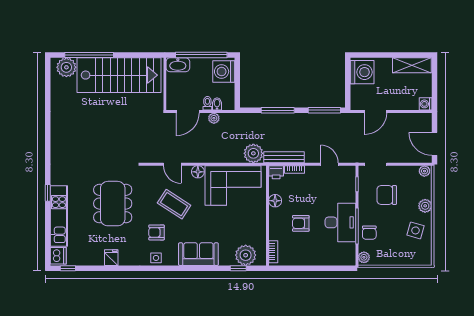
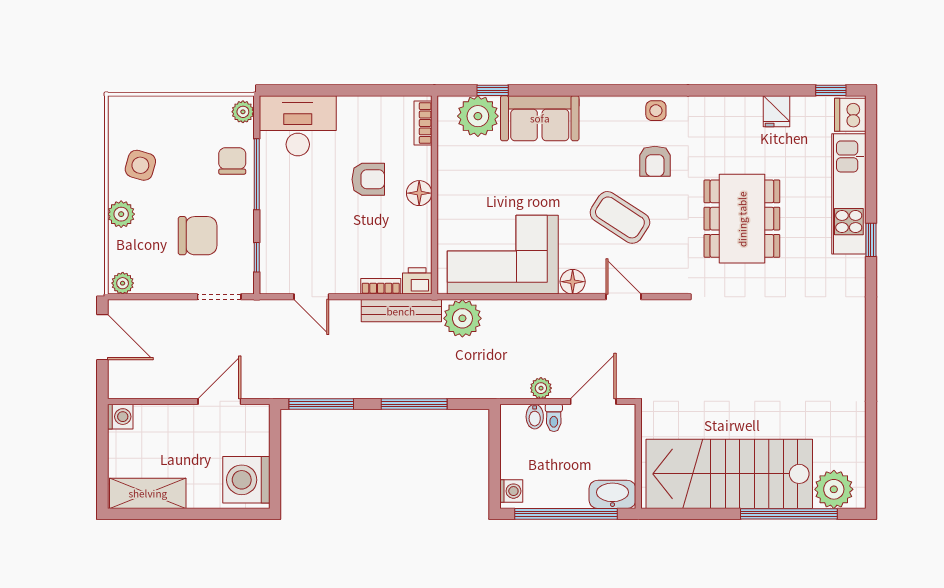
washing machine: (224, 72) -> (511, 491), width x0.53, depth x0.53
floor lamp: (275, 201) -> (419, 193), moved
desk: (340, 222) -> (298, 126), moved, turned 90
armchair: (156, 232) -> (655, 161), turned 90
sofa: (198, 254) -> (540, 118), moved
fridge: (111, 258) -> (777, 111), moved

